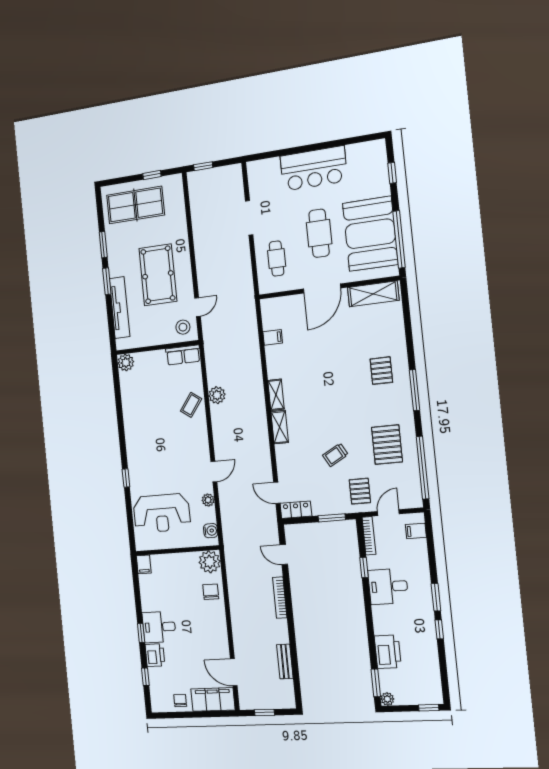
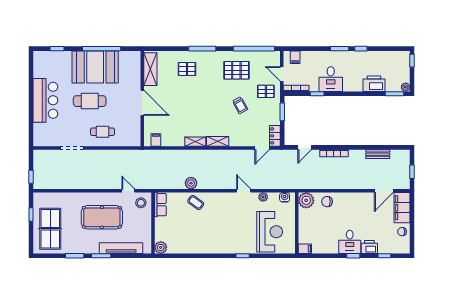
door: (322, 288) -> (142, 103), moved
wall: (328, 288) -> (142, 99), moved
shelving: (373, 294) -> (150, 69), moved

